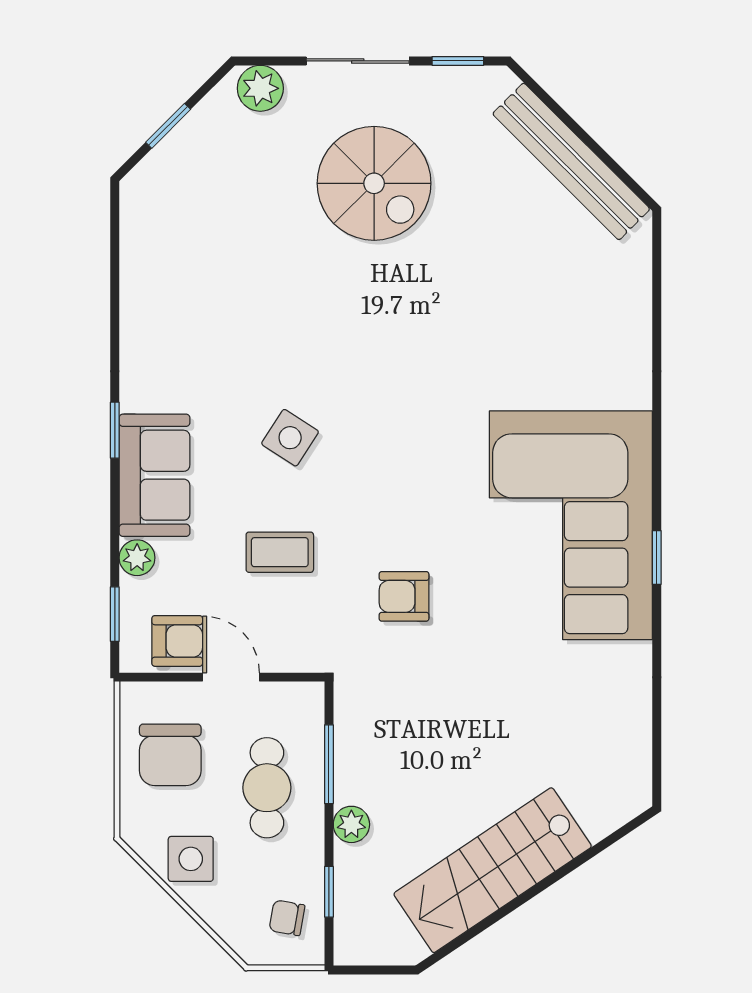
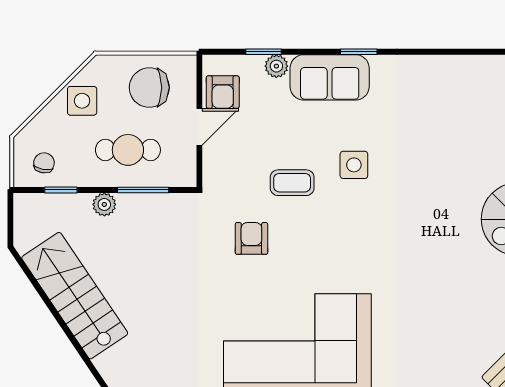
side table: (290, 438) -> (354, 165), turned -33
coffee table: (280, 552) -> (292, 183), moved, turned 90
window: (115, 614) -> (264, 52), moved

